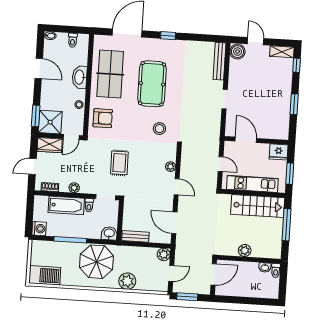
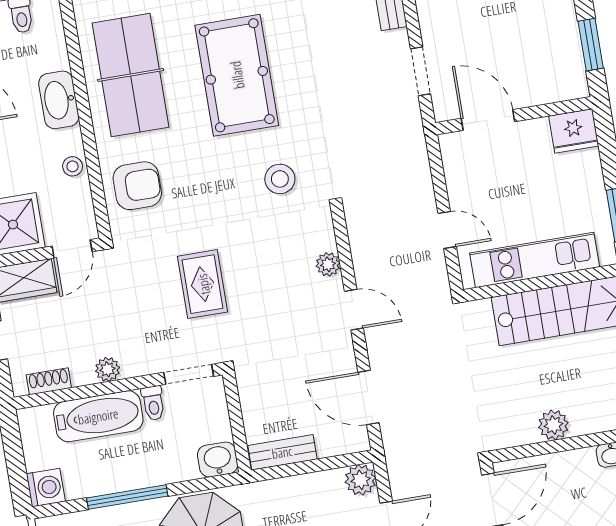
door: (246, 140) -> (488, 120), moved
wall: (256, 140) -> (514, 116), moved
fridge: (279, 152) -> (574, 131), moved

